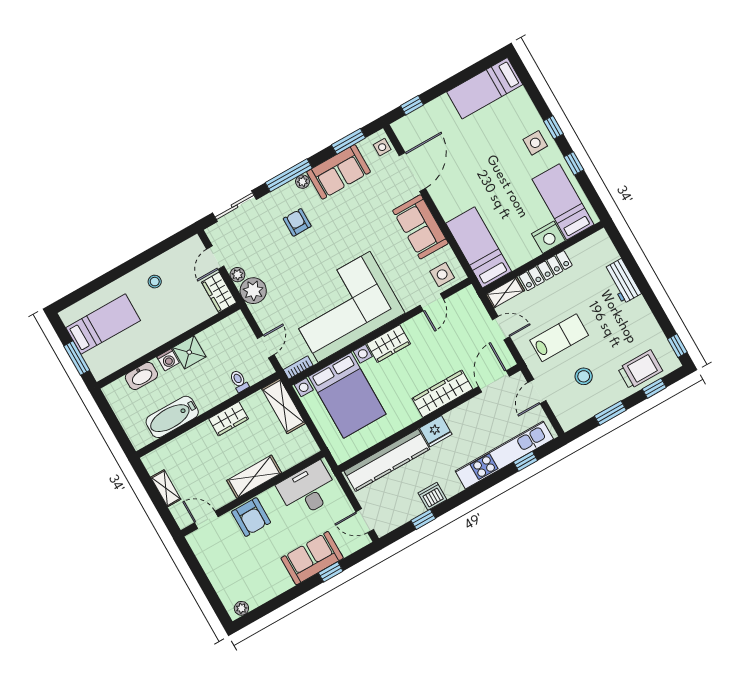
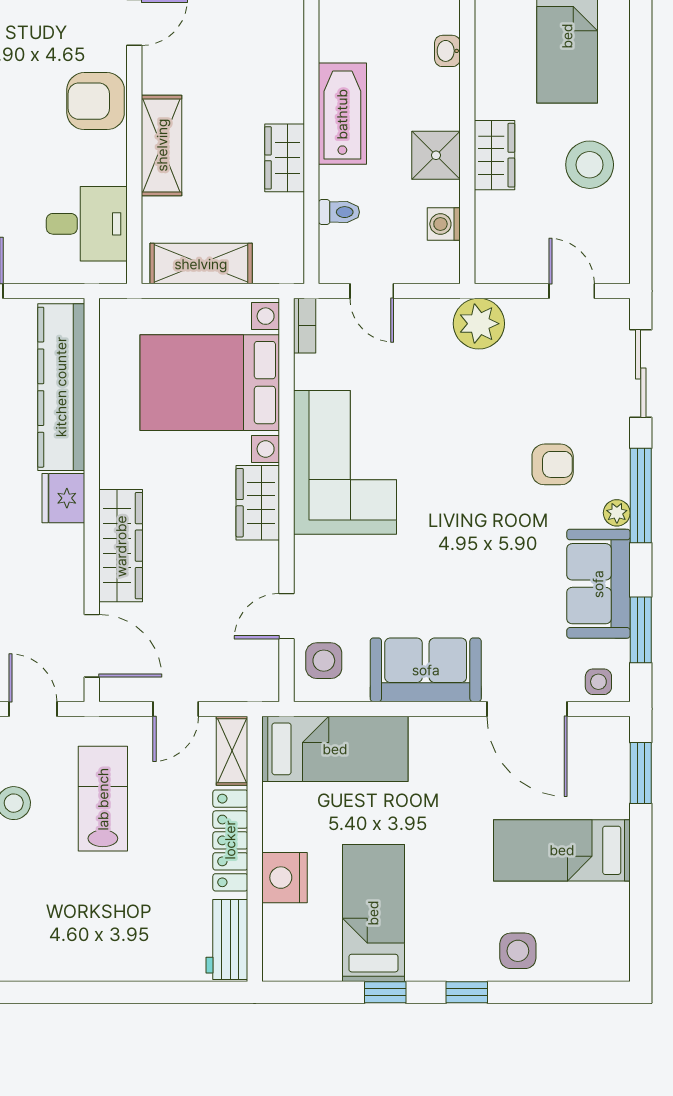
bed: (485, 88) -> (562, 850), moved, turned -90
window: (412, 105) -> (641, 773), width x1.50
side table: (535, 143) -> (518, 951), moved
bed: (563, 202) -> (373, 913), moved, turned -90
plant: (237, 275) -> (521, 312), removed
workbench: (622, 281) -> (227, 940), moved, turned -90
stool: (155, 282) -> (590, 165), width x1.89, depth x1.89
wardrobe: (219, 292) -> (494, 155), moved, turned 90
door: (432, 302) -> (287, 616), hinge flipped
corner sofa: (344, 307) -> (345, 462), width x0.73, depth x0.74
lab bench: (559, 338) -> (103, 799), turned 180
washing machine: (168, 360) -> (444, 224), moved
washbasin: (141, 376) -> (447, 51), width x0.52, depth x0.69
shelving: (283, 406) -> (201, 264), moved
bathtub: (172, 417) -> (342, 114), moved
desk: (308, 490) -> (87, 224), width x0.73

